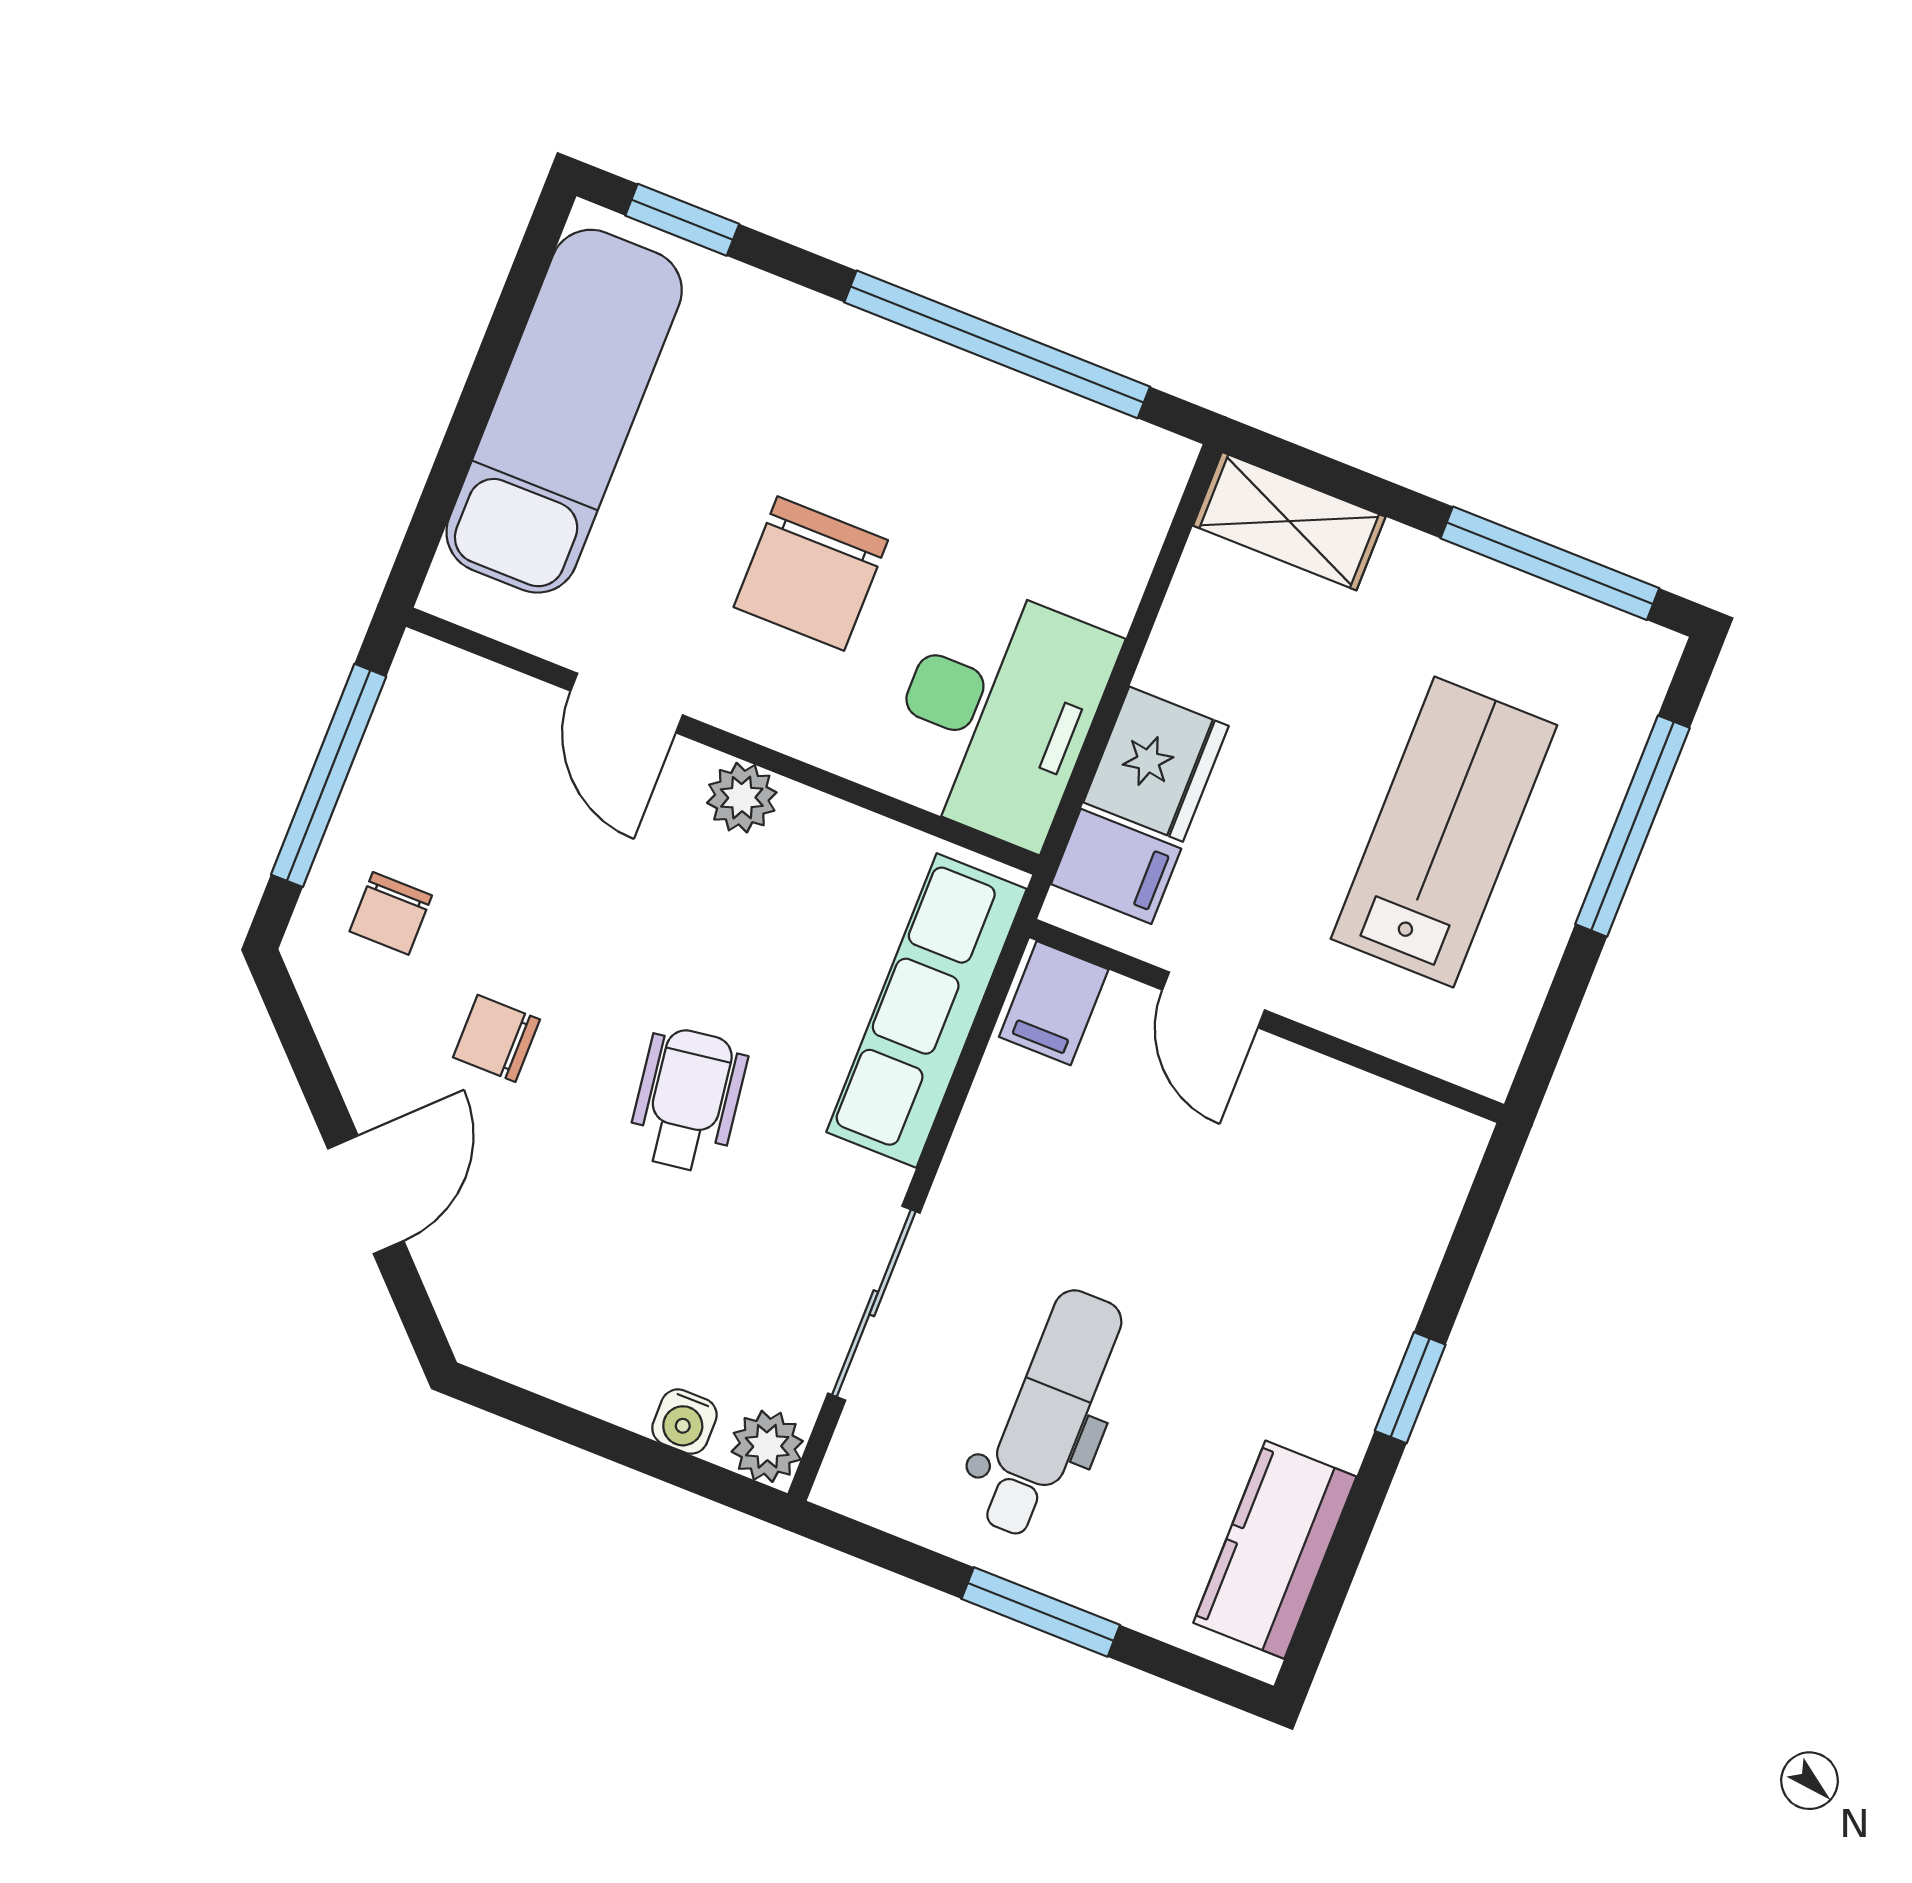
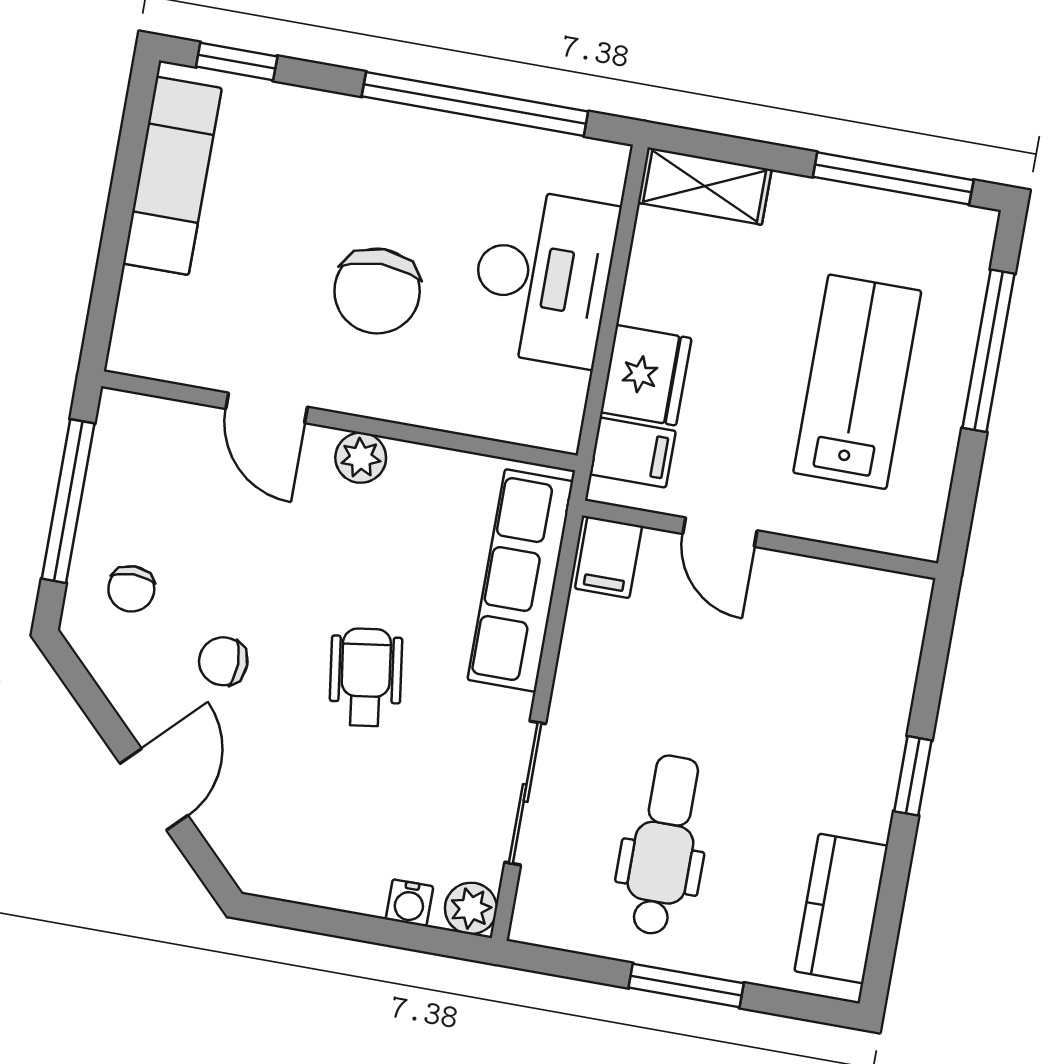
exam couch: (564, 411) -> (172, 176), width x0.73, depth x0.69
desk: (998, 714) -> (543, 277), moved

